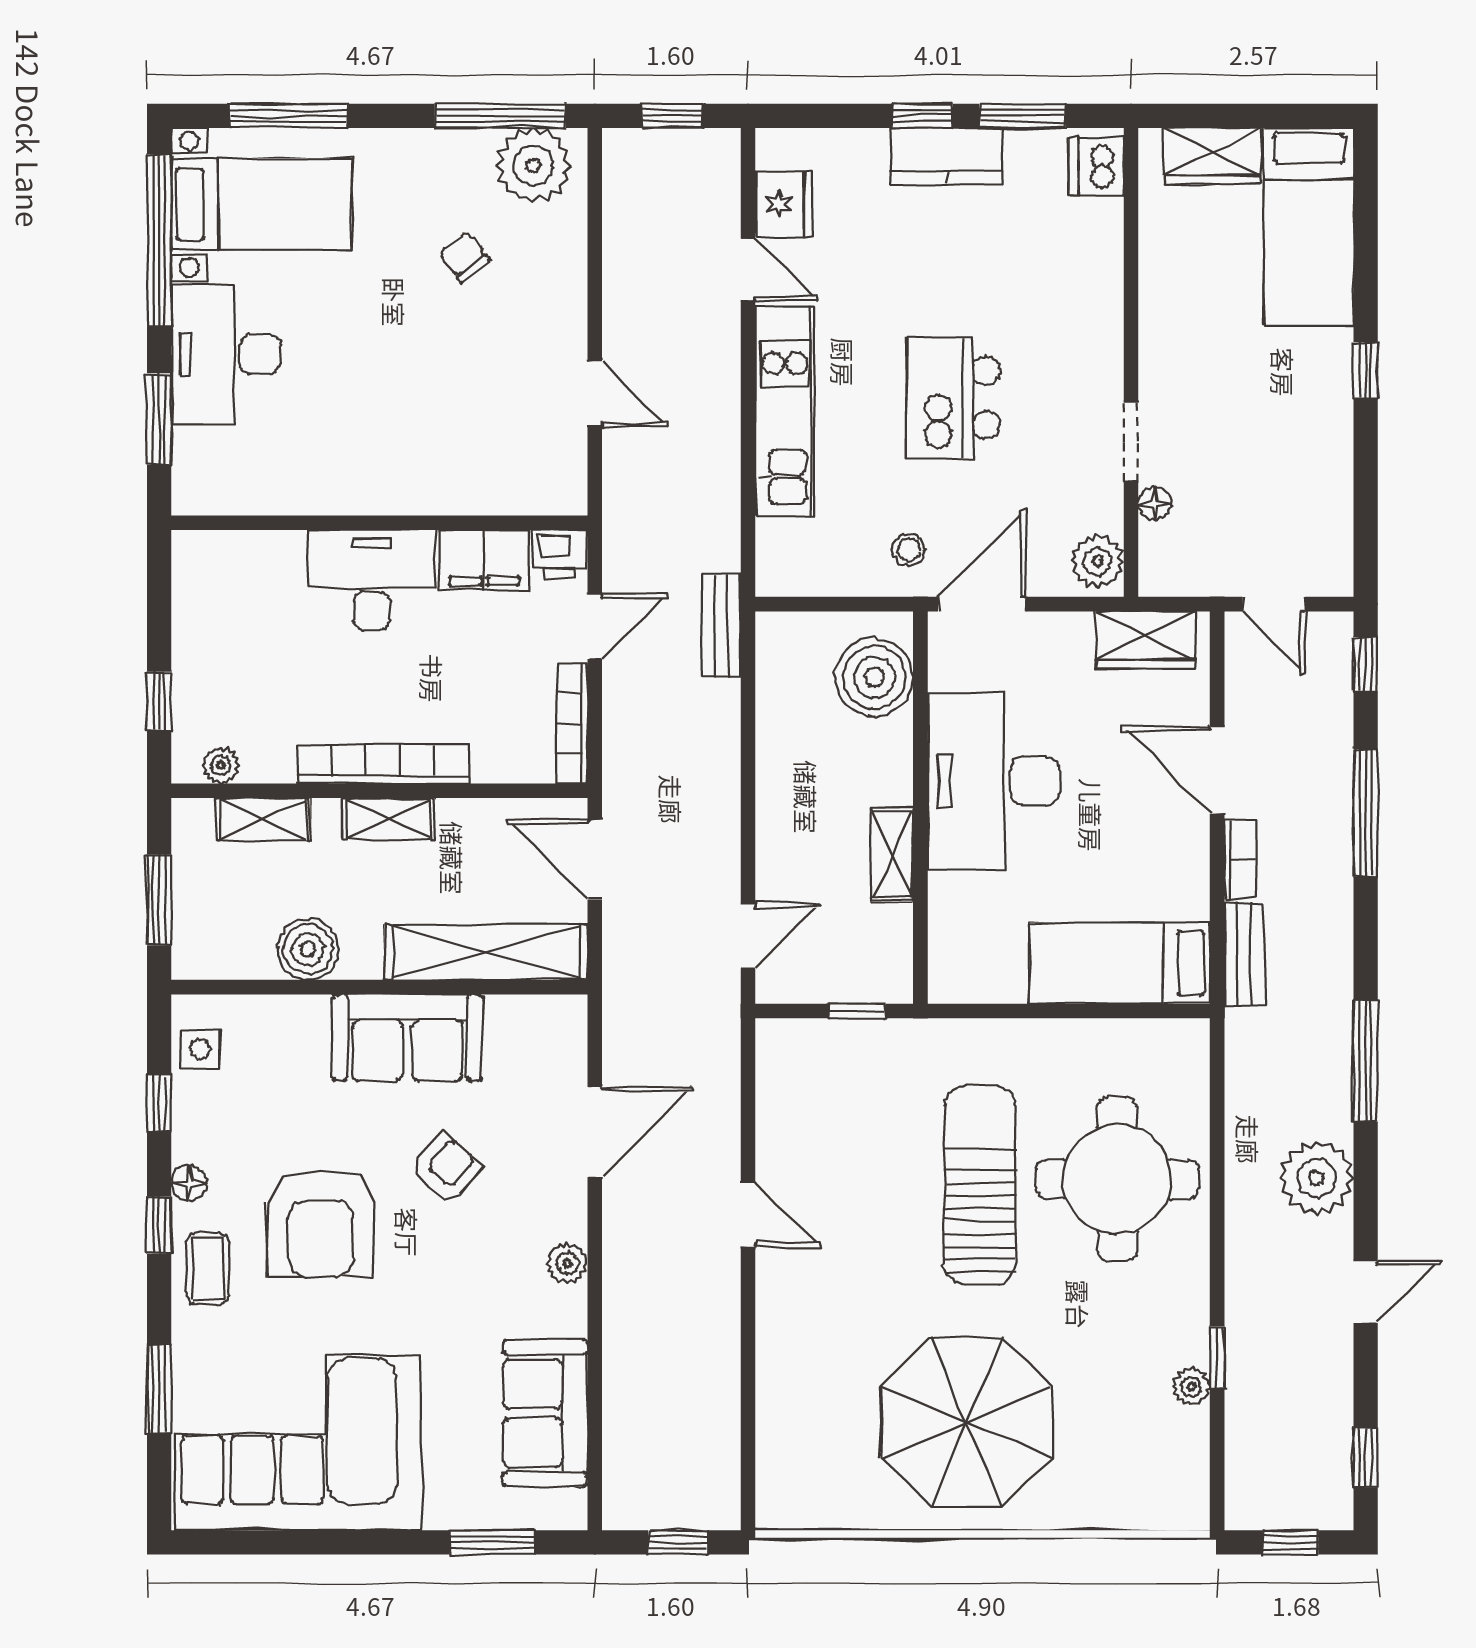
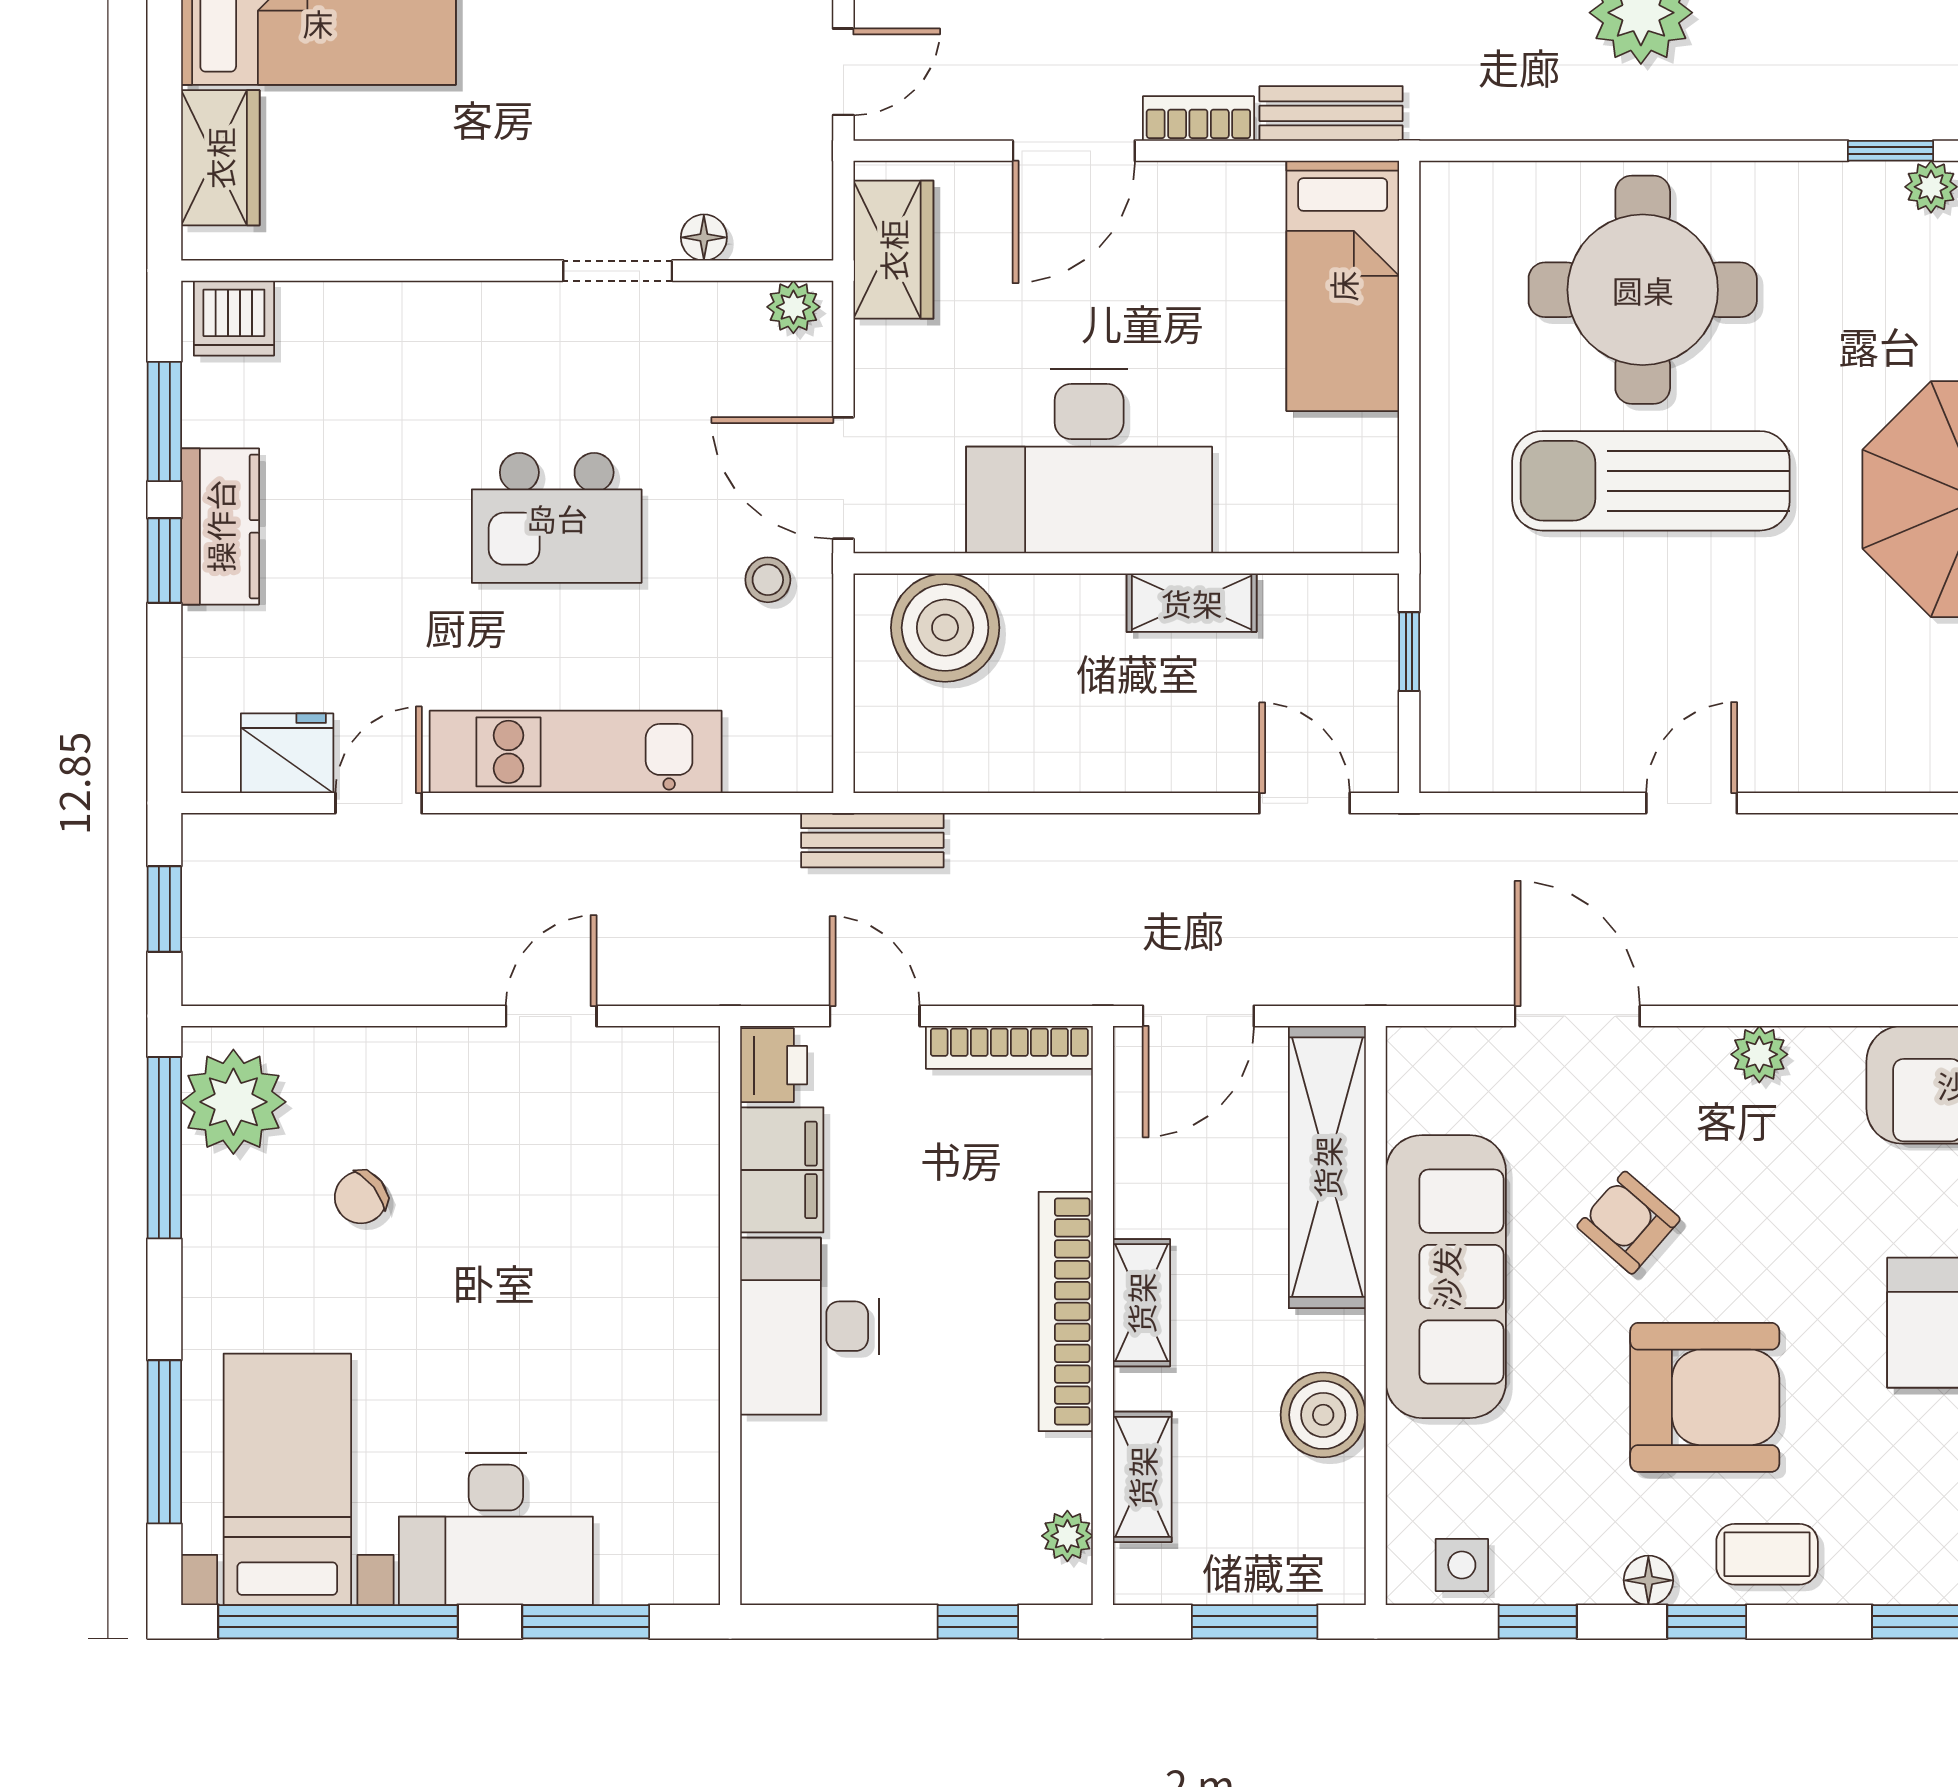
plant: (1098, 561) -> (793, 307), width x0.73, depth x0.73
sofa: (407, 1038) -> (1446, 1277), width x1.36

